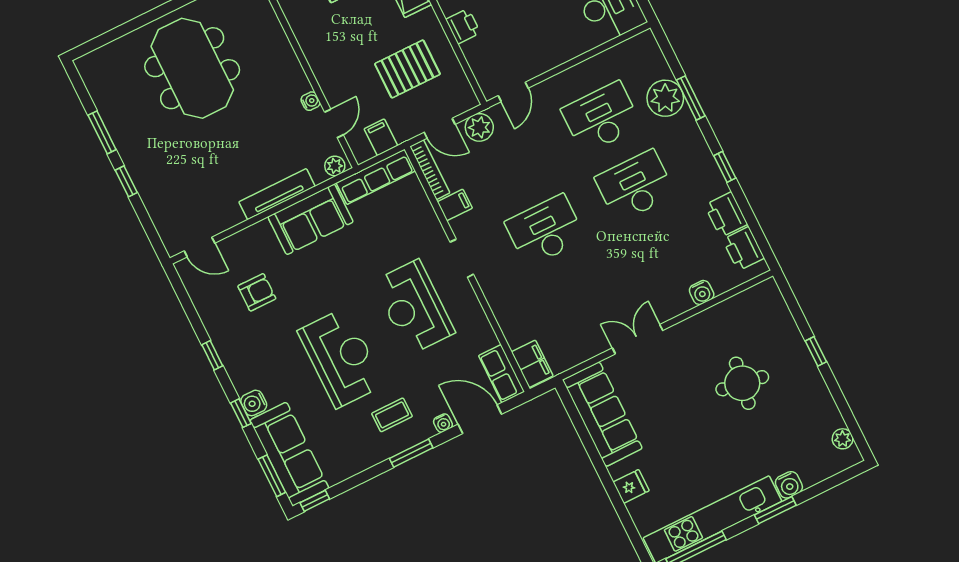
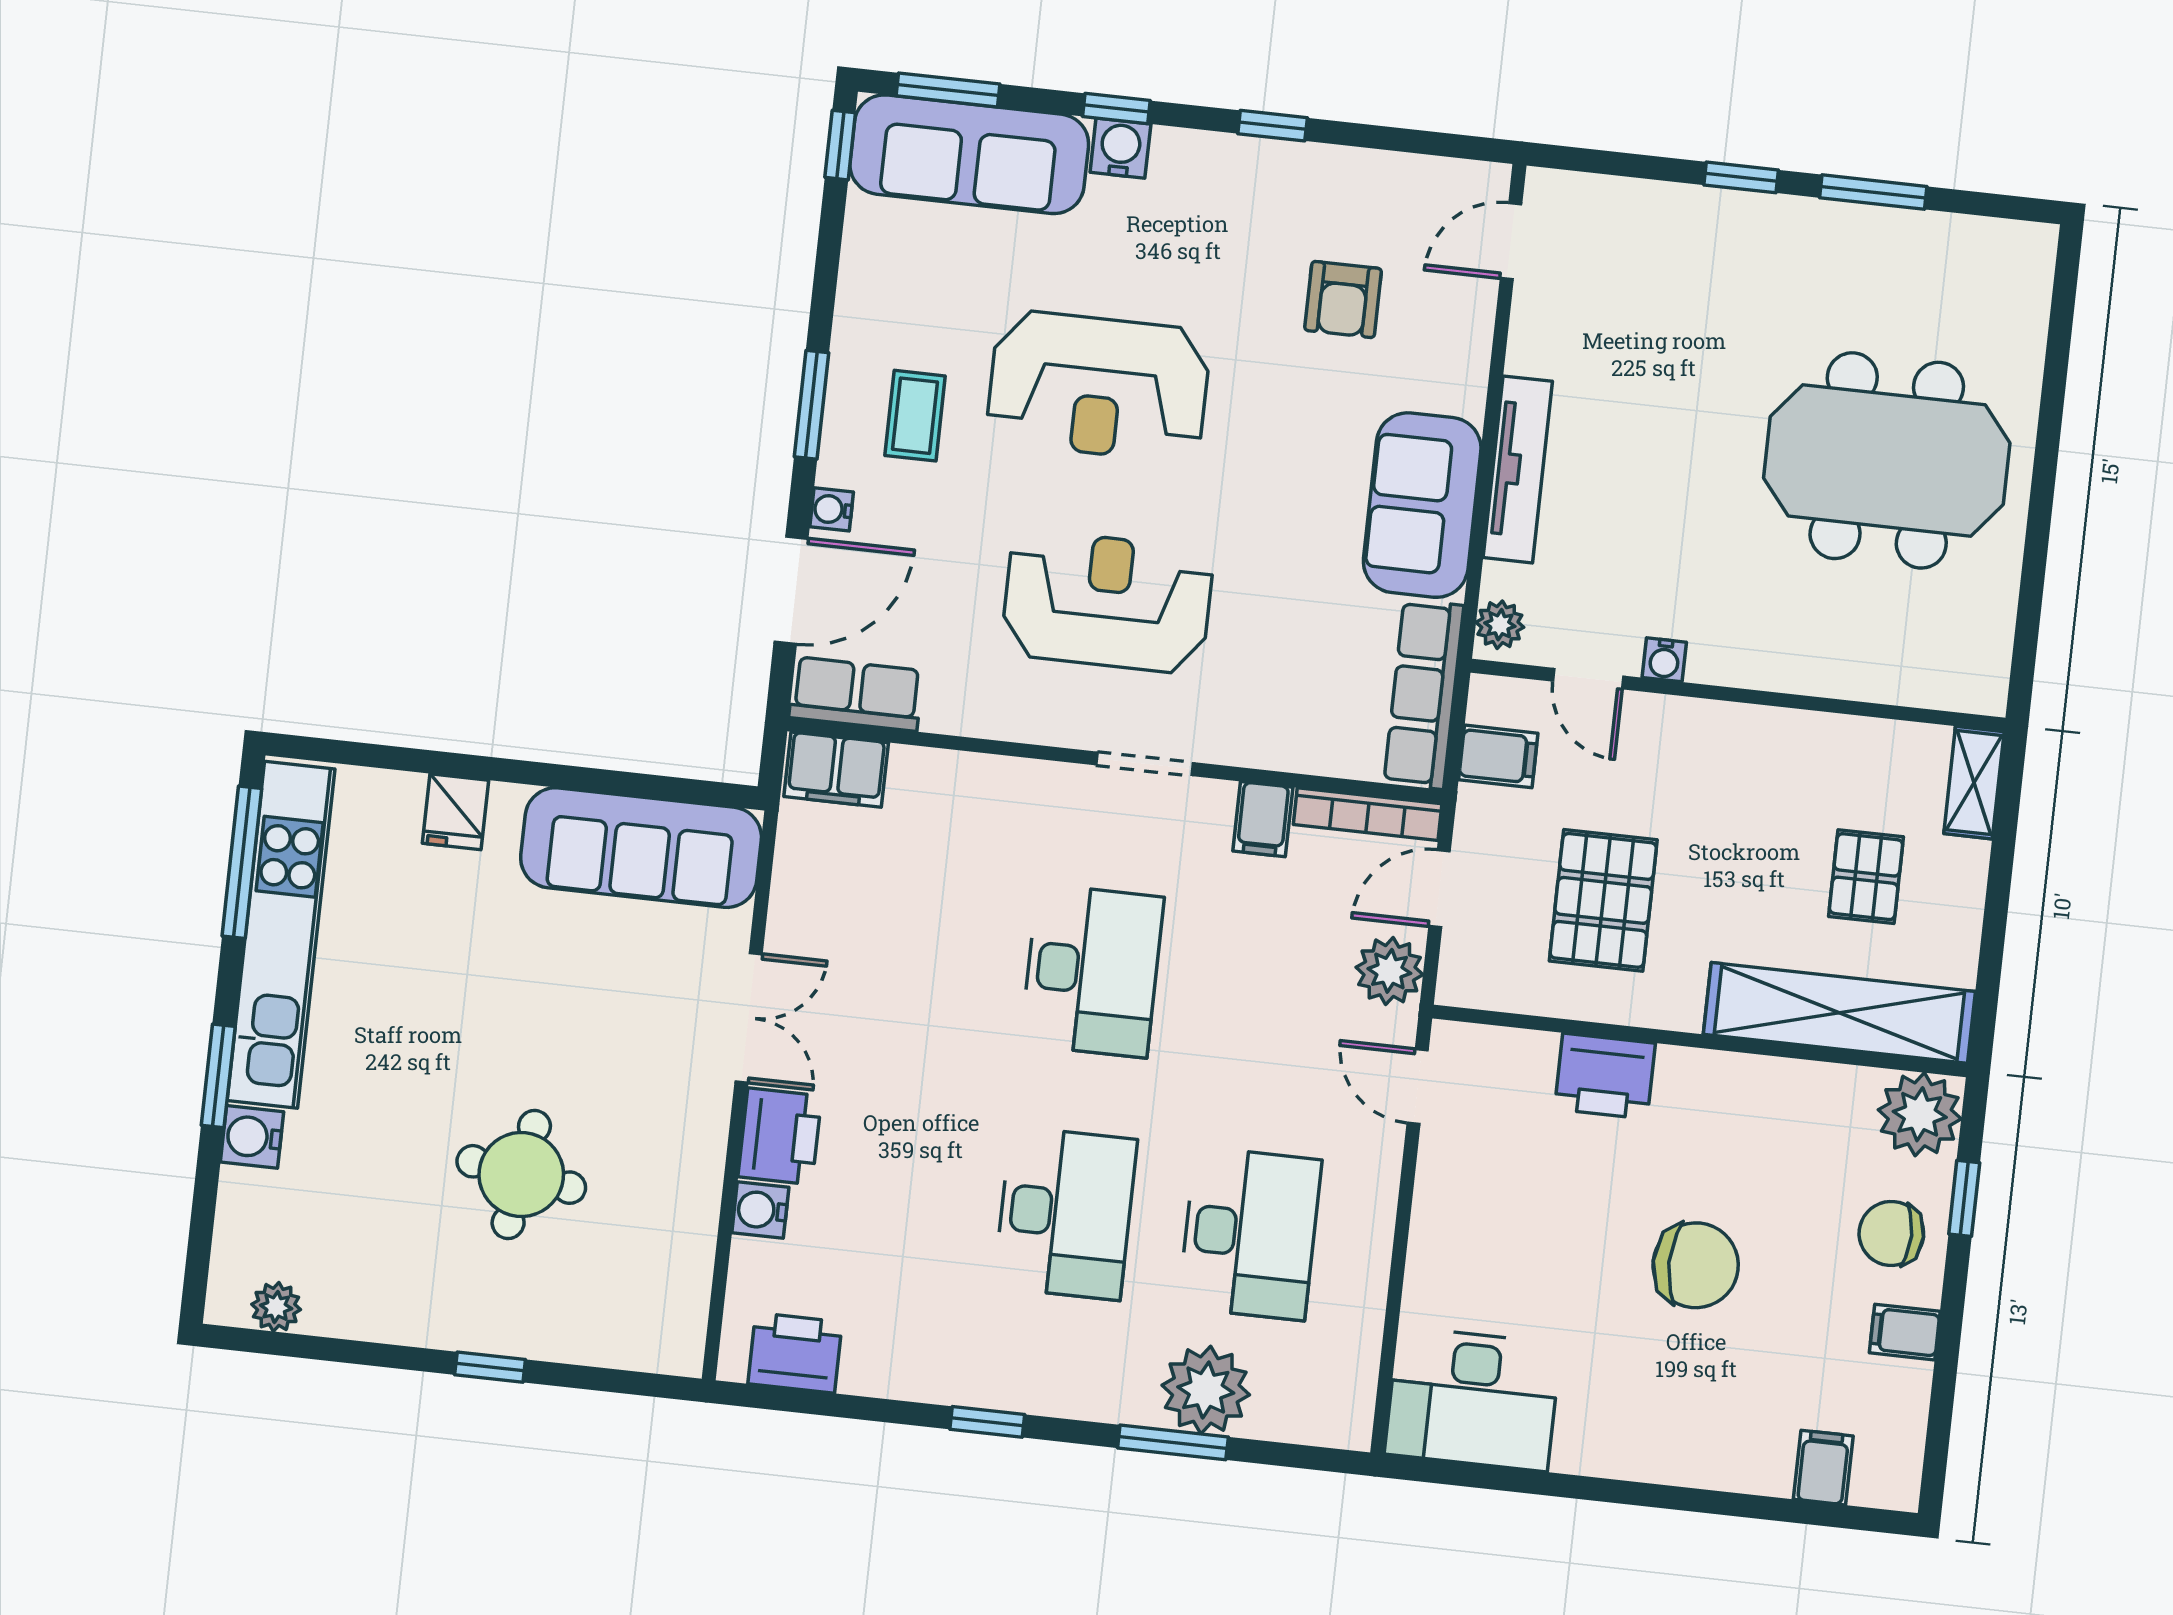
printer: (463, 26) -> (1605, 1076), width x1.36, depth x1.24
printer: (726, 215) -> (780, 1136), moved, turned 90

